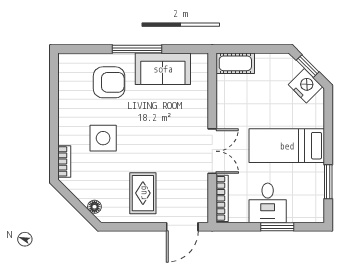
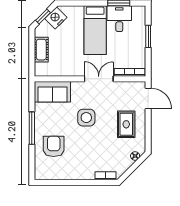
cot: (235, 63) -> (41, 50), moved
sofa: (163, 69) -> (52, 92), moved, turned 90
side table: (103, 138) -> (86, 118), moved
rug: (143, 193) -> (126, 124), turned 90
desk: (268, 203) -> (119, 19), moved, turned -90

